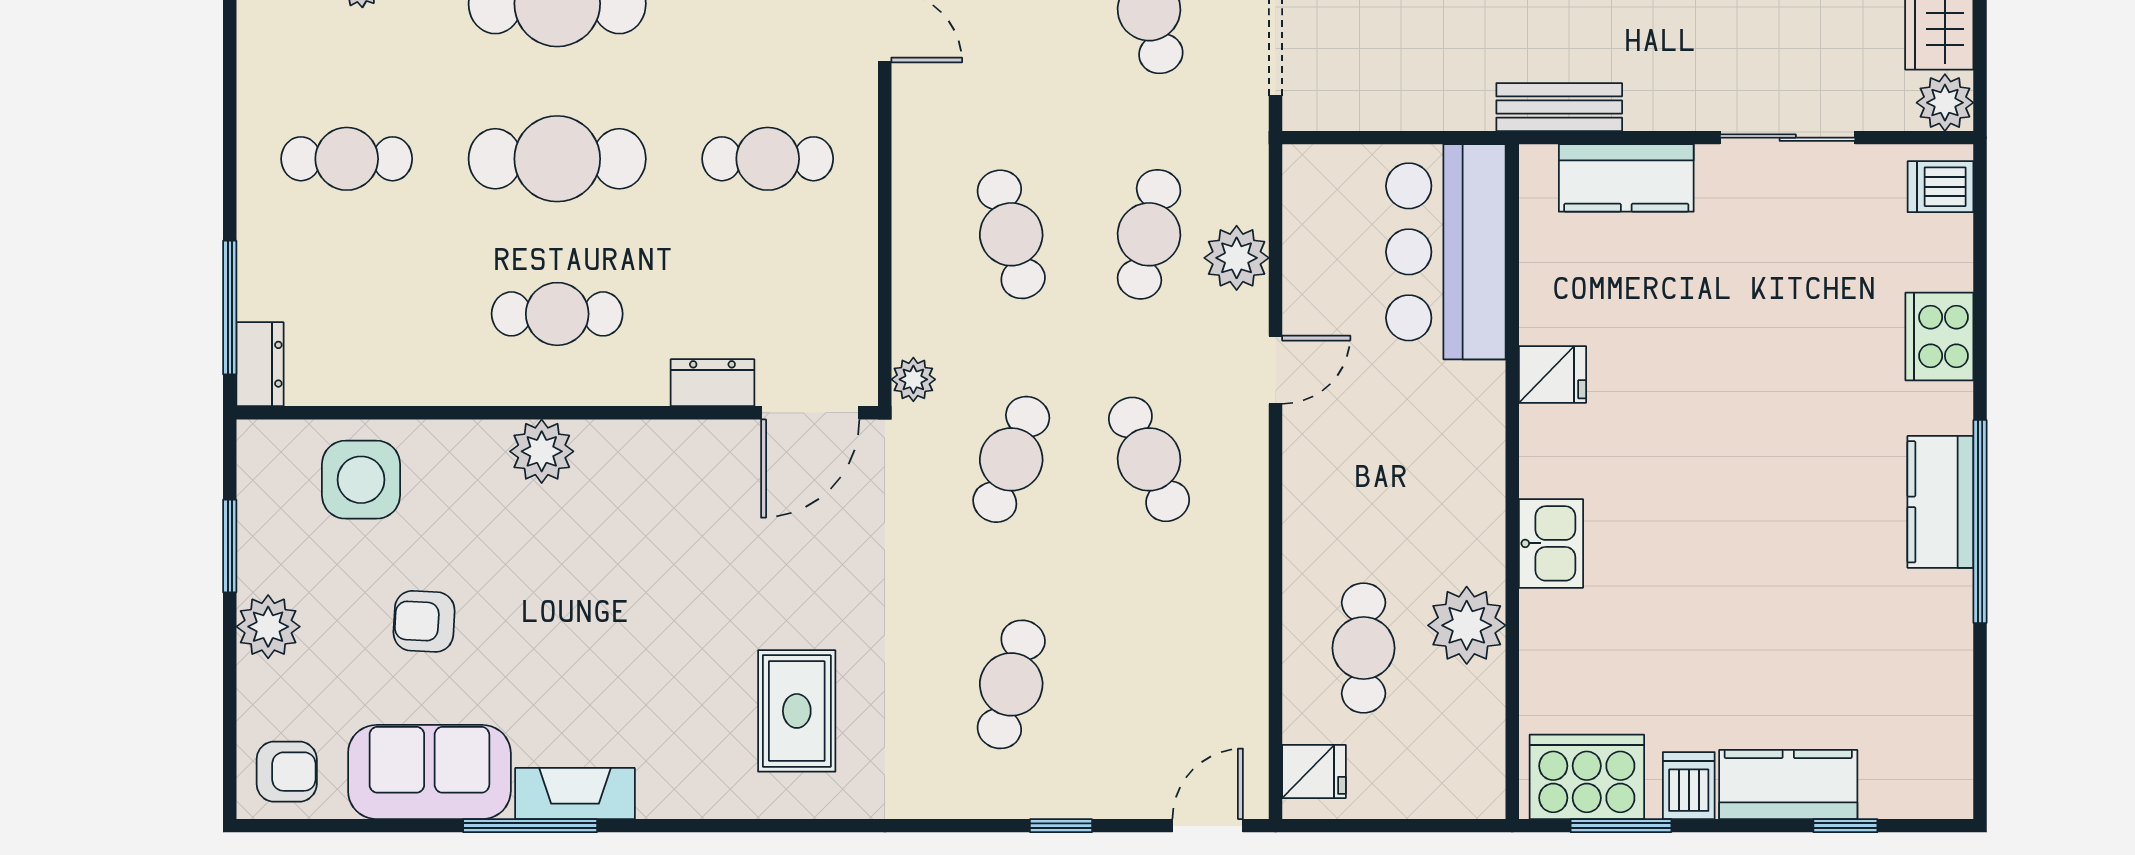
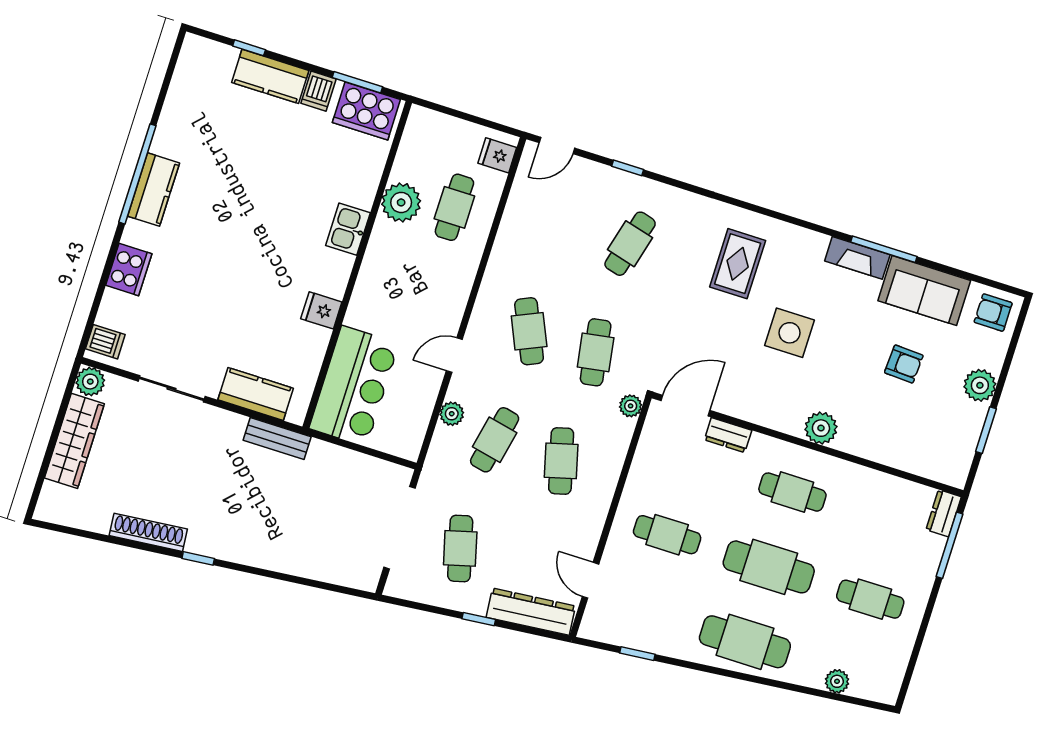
plant: (1237, 258) -> (452, 414), width x0.73, depth x0.73
cafe table: (1011, 459) -> (596, 352), turned -30
side table: (361, 480) -> (790, 333), moved

